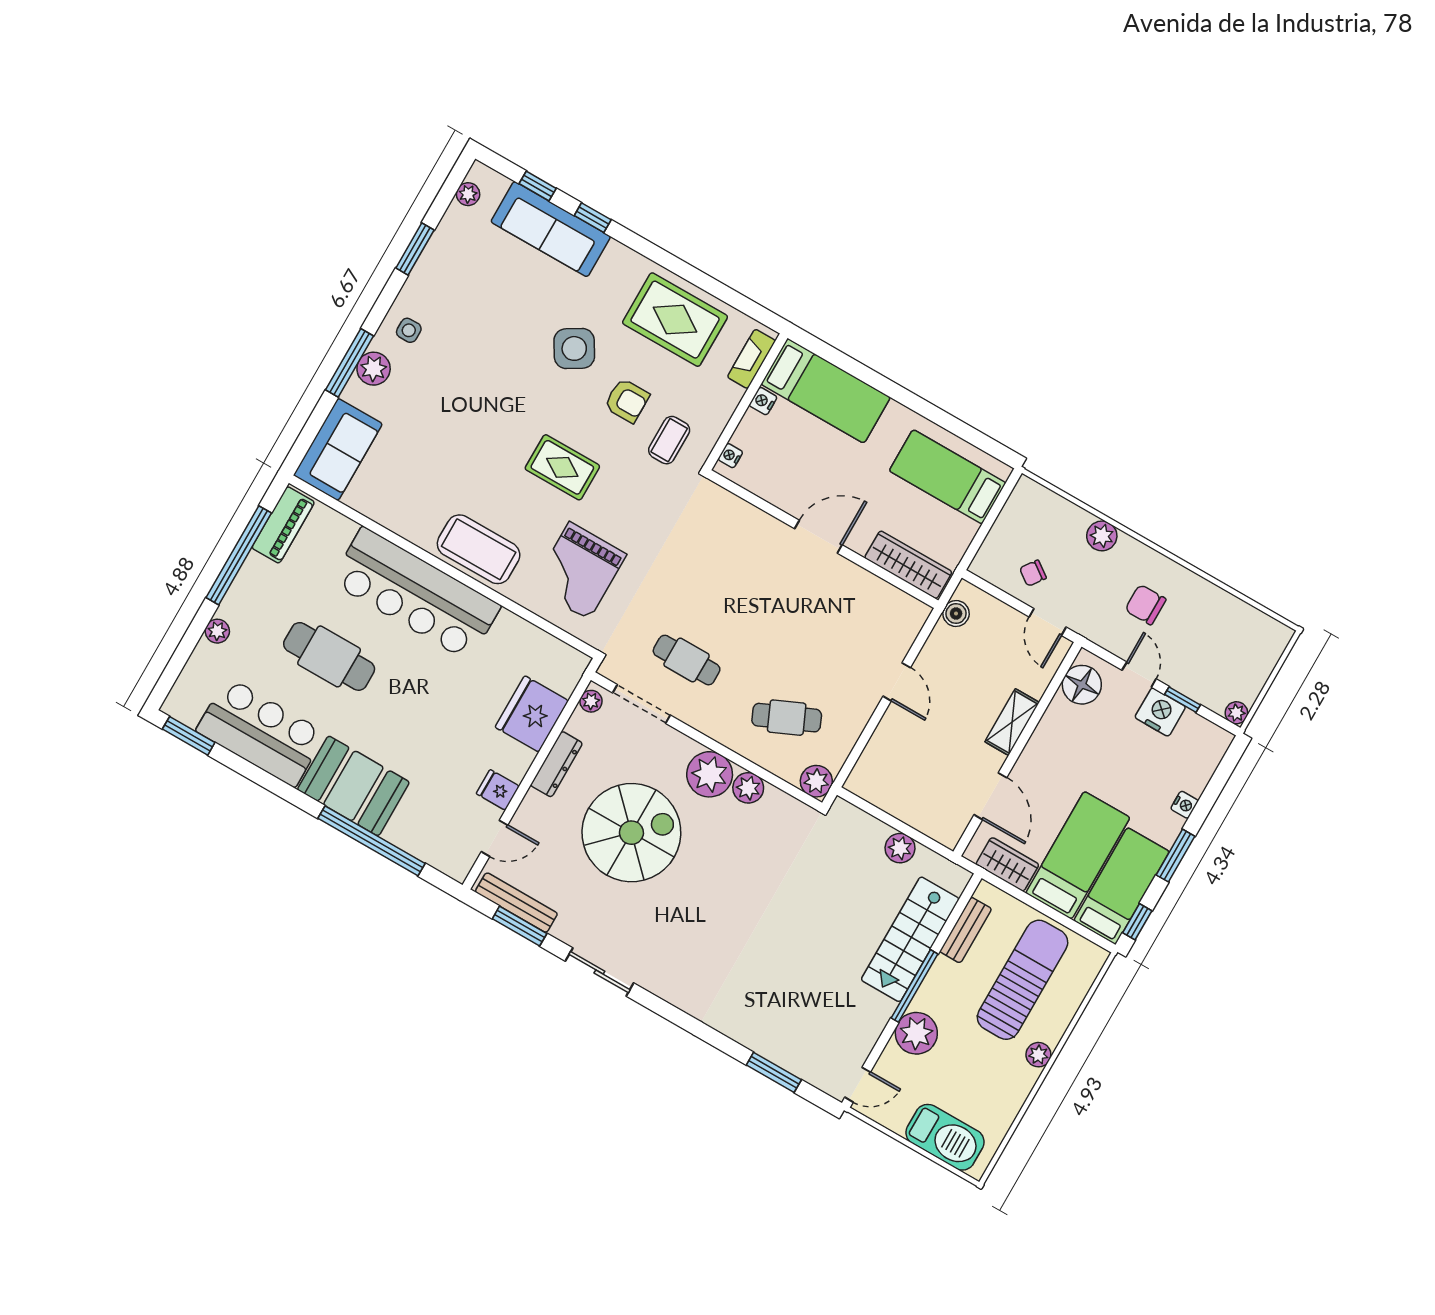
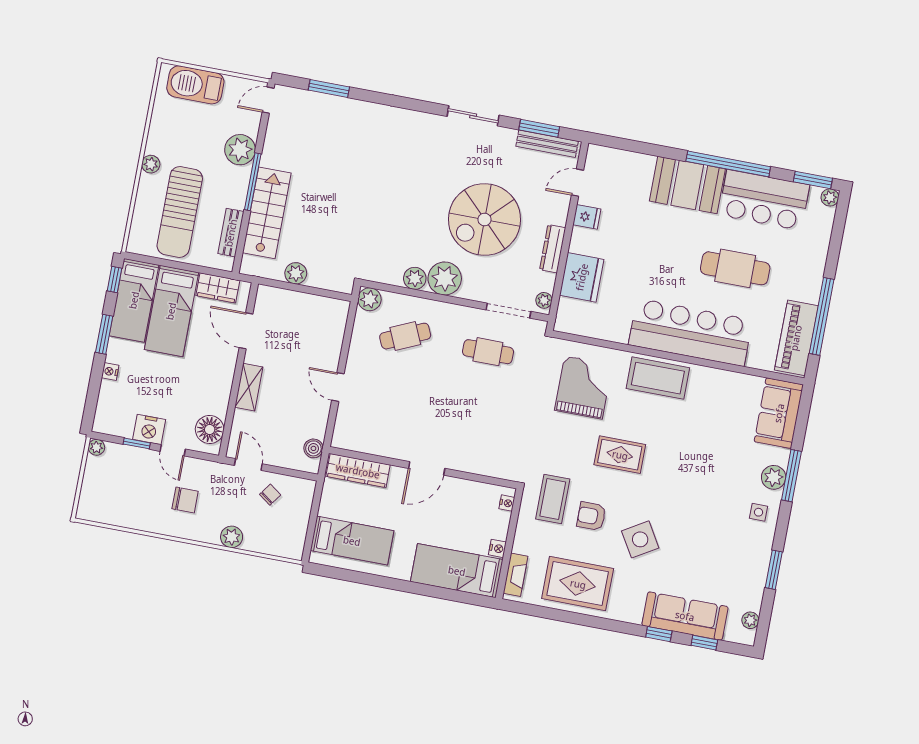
coffee table: (669, 440) -> (553, 499), width x1.36, depth x1.30
piano: (283, 525) -> (796, 338), width x1.37, depth x1.33
plant: (217, 631) -> (830, 197), moved
window: (372, 841) -> (728, 164), moved

